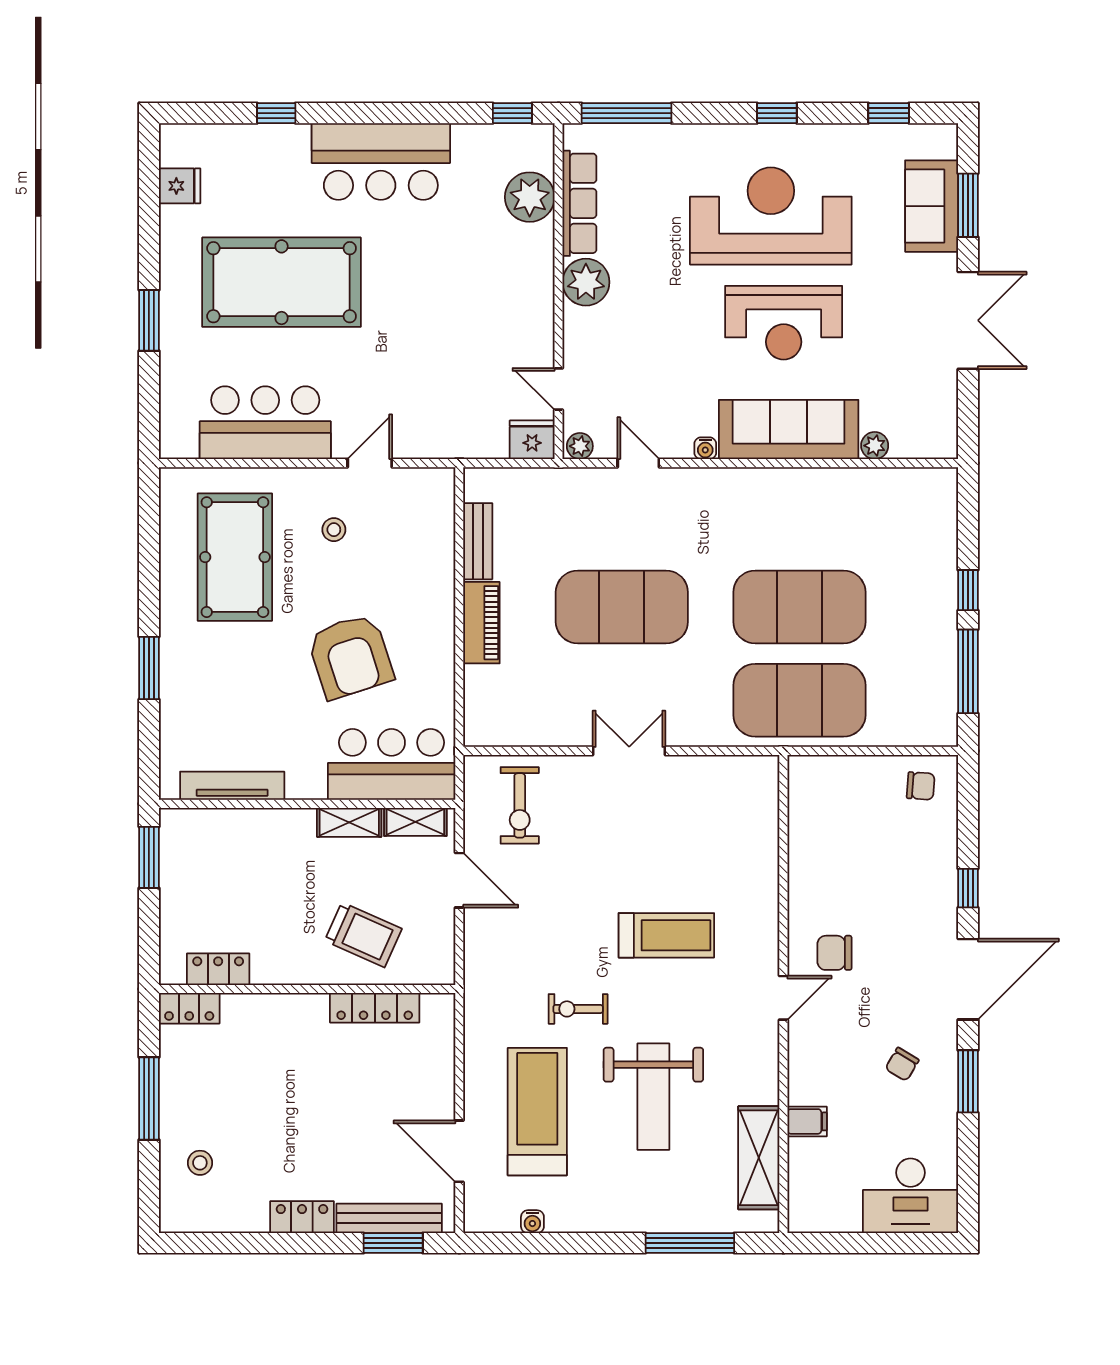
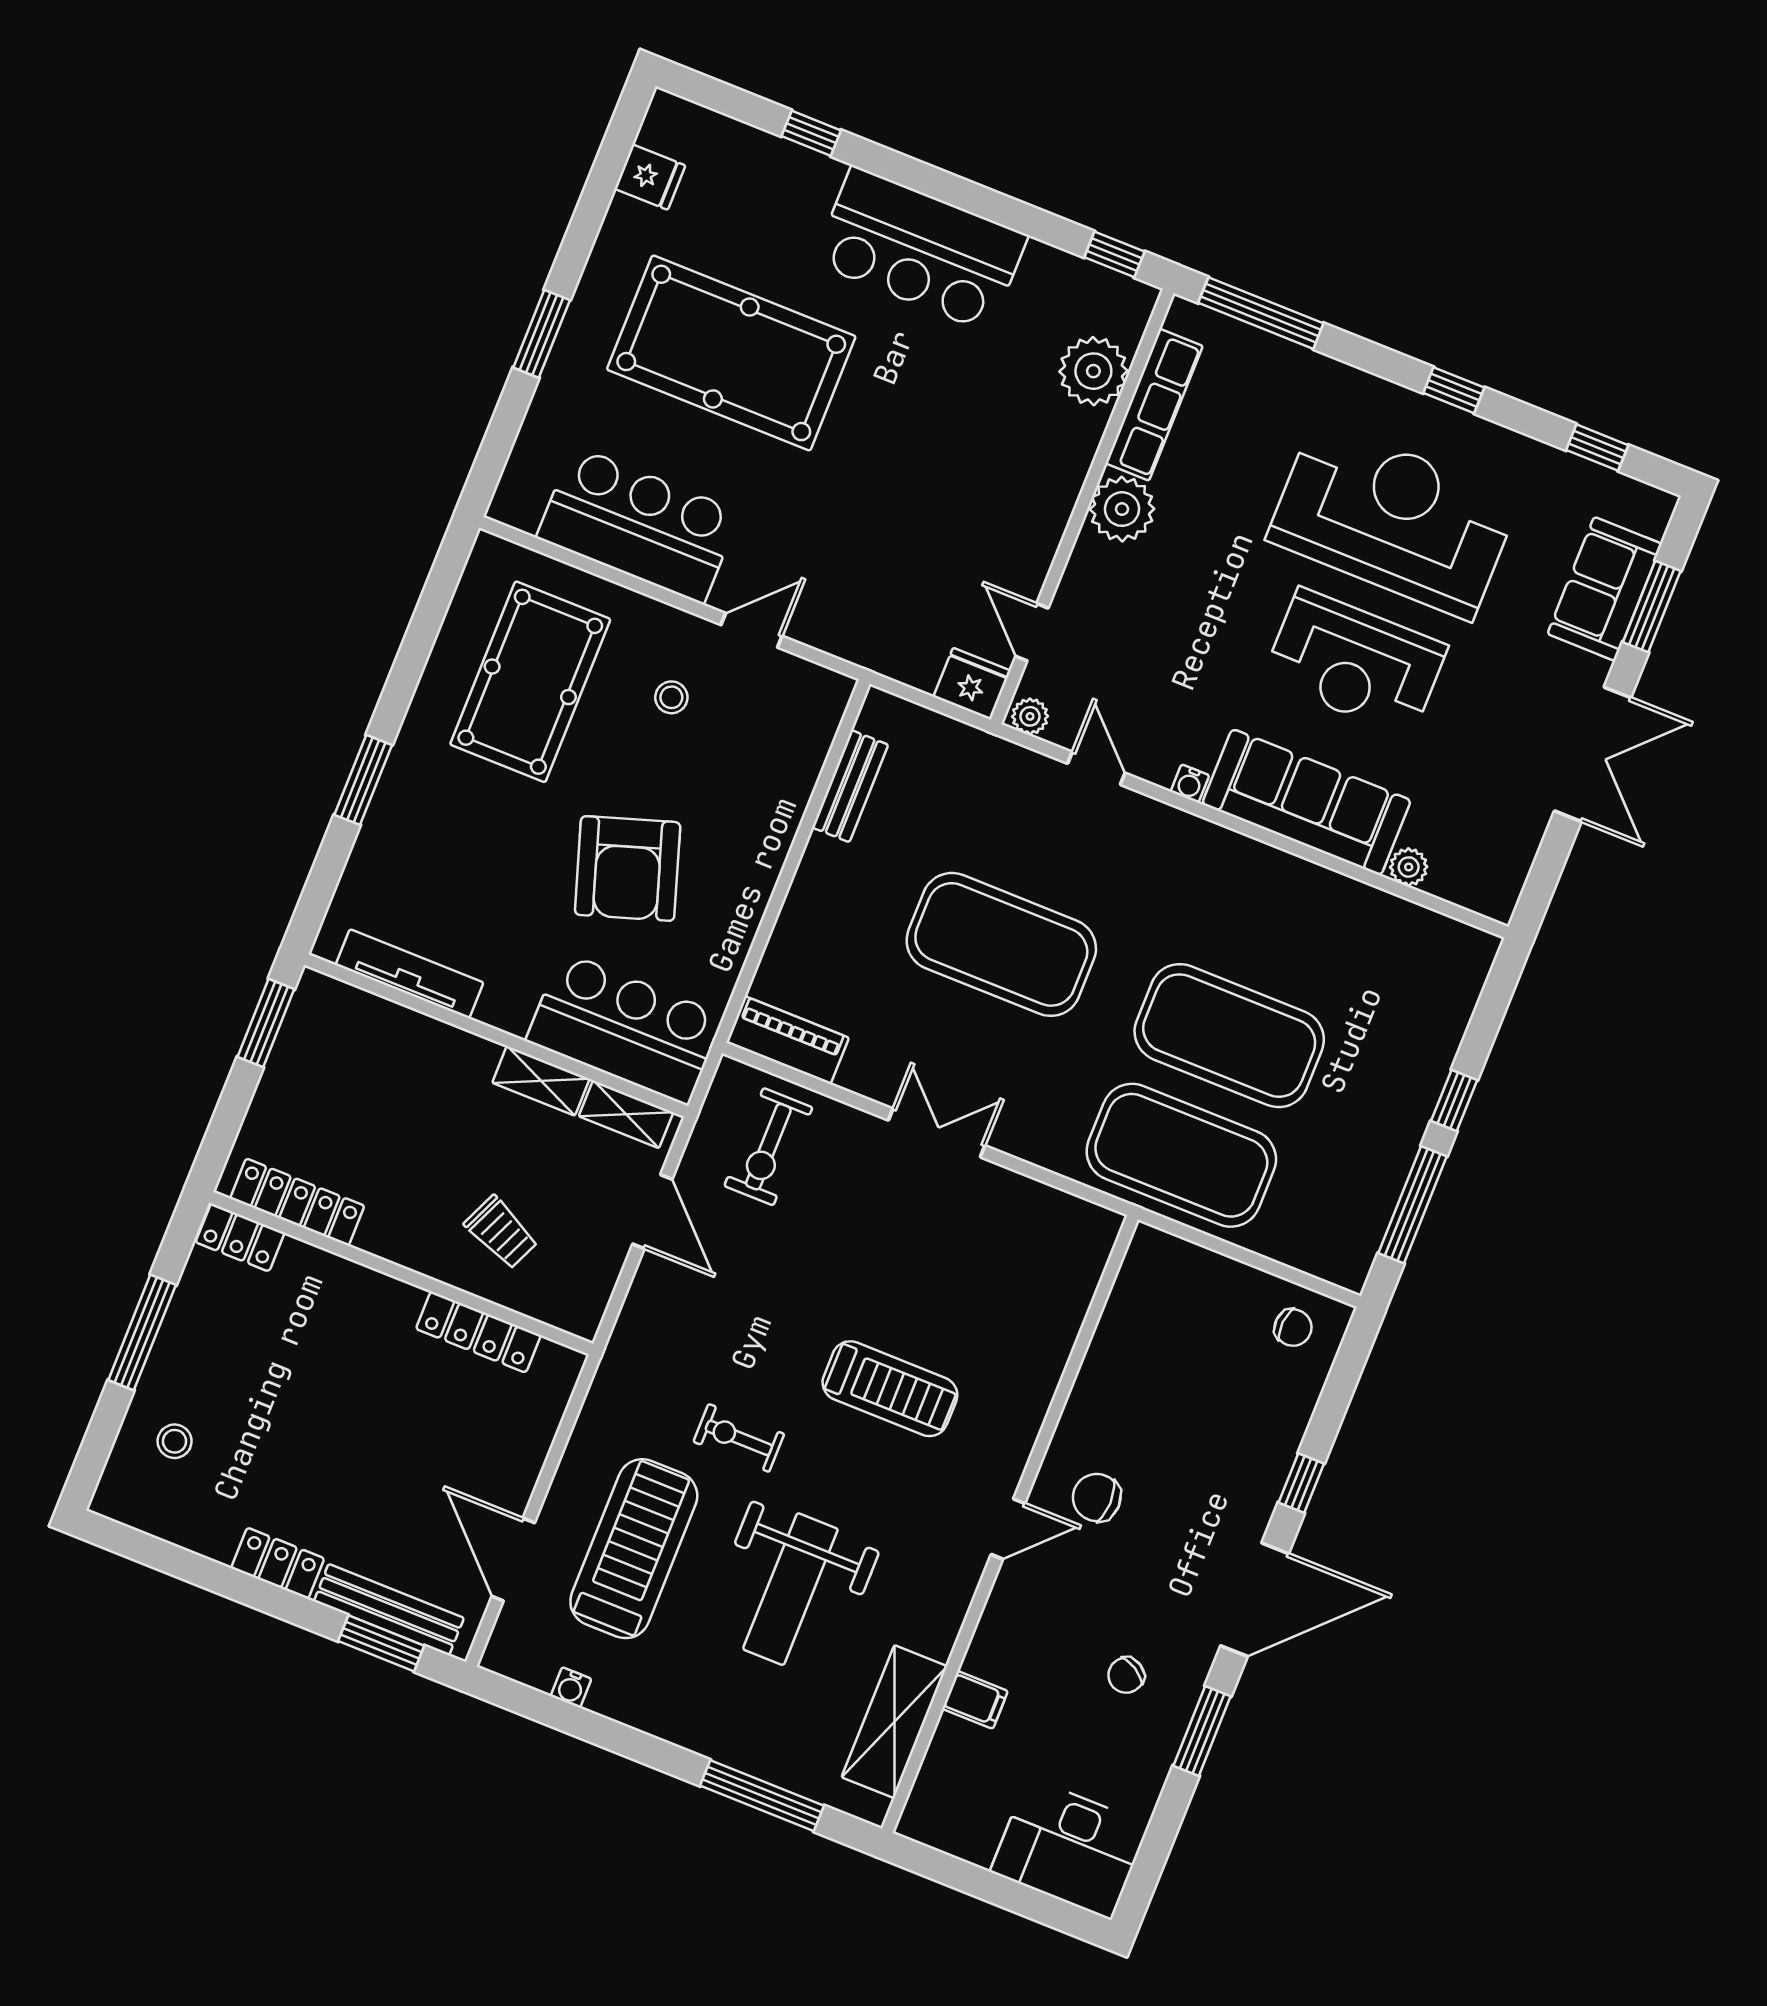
piano: (481, 623) -> (787, 1040), moved, turned -90
trolley: (363, 935) -> (501, 1232), width x0.73, depth x0.72
locker: (218, 969) -> (297, 1202), width x1.53

